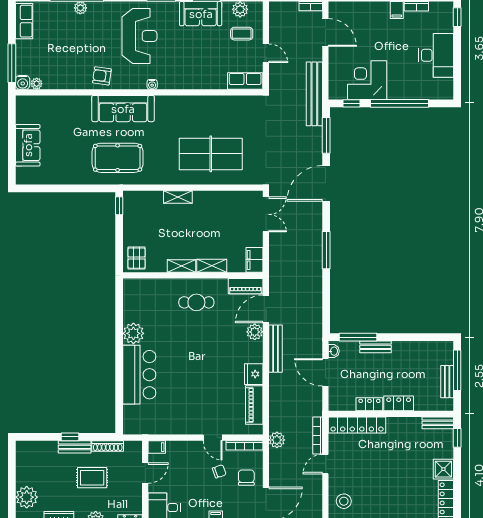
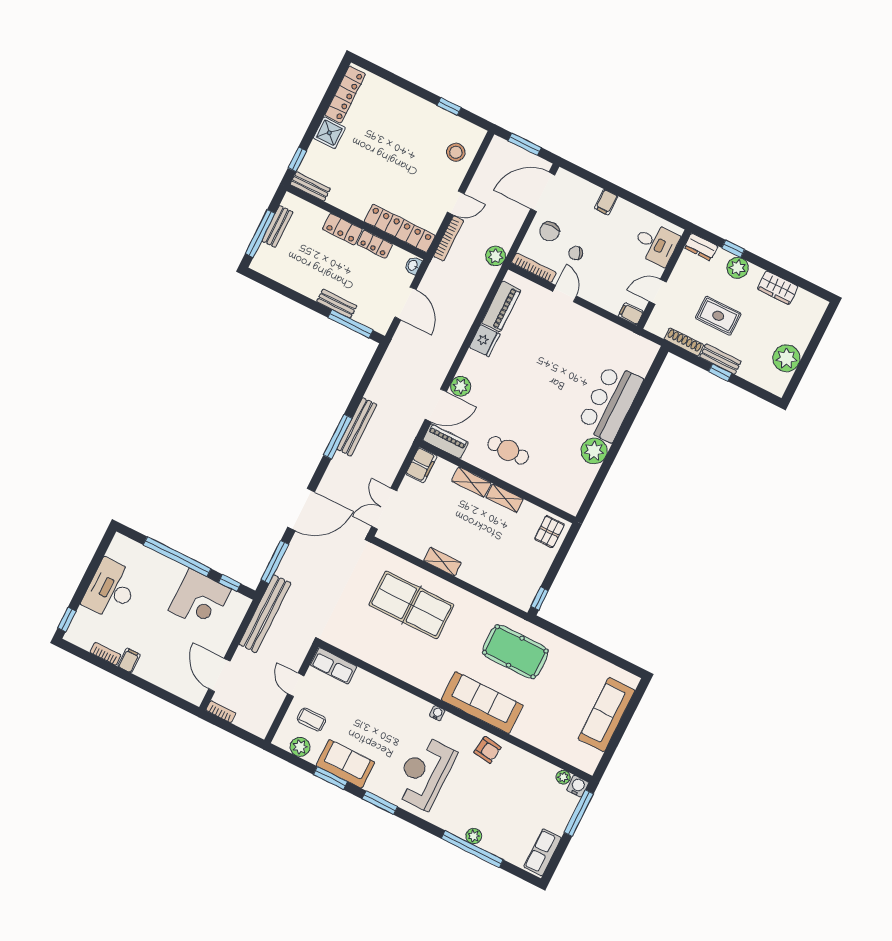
sofa: (28, 145) -> (607, 715), width x1.36
shelving: (178, 197) -> (442, 562), moved
bench: (275, 349) -> (357, 427), moved
washbasin: (334, 351) -> (413, 265), moved
plant: (27, 497) -> (786, 358), moved

